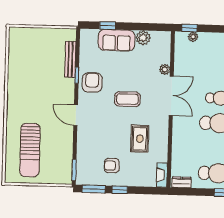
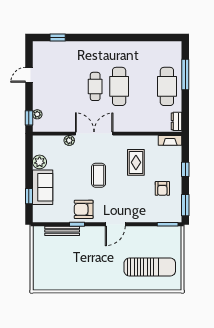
rug: (140, 139) -> (136, 162), turned 90
window: (120, 190) -> (185, 169), moved

